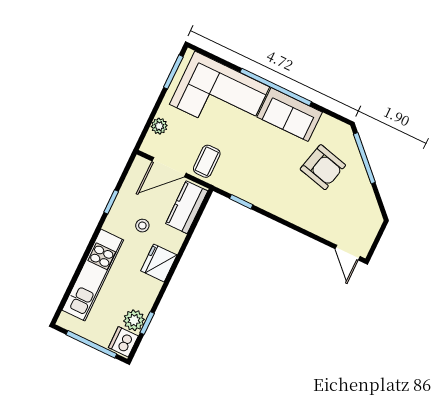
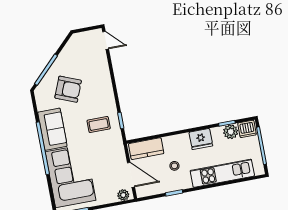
plant: (159, 126) -> (123, 195), moved
coffee table: (207, 161) -> (99, 125), moved
armchair: (323, 167) -> (68, 89), turned 98
door: (348, 253) -> (106, 40), hinge flipped
fridge: (159, 263) -> (201, 139), moved

